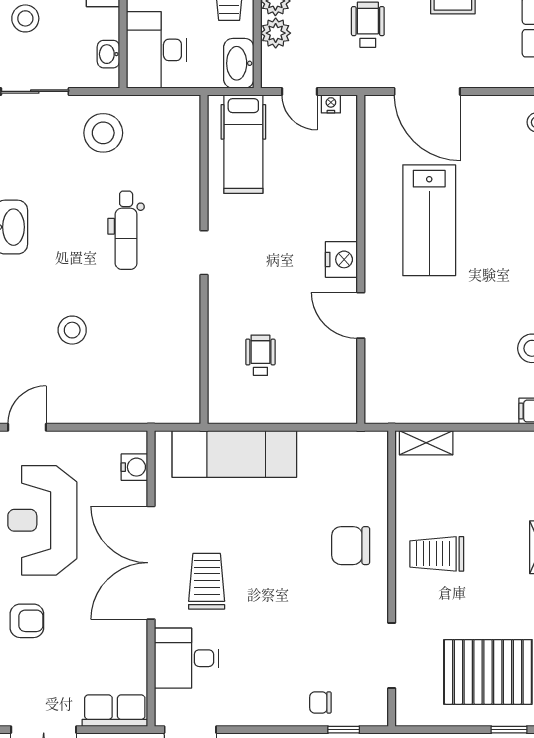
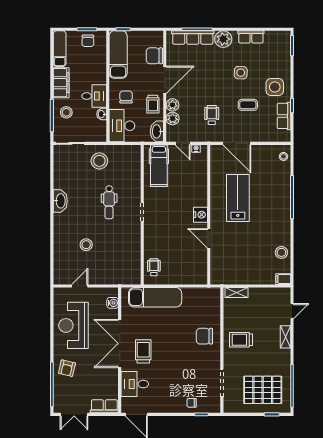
washbasin: (108, 54) -> (102, 114), moved
lab bench: (429, 220) -> (238, 198), turned 180
wheelchair: (260, 355) -> (154, 267), moved
door: (27, 427) -> (80, 286), moved
armchair: (27, 621) -> (67, 368), turned 103

